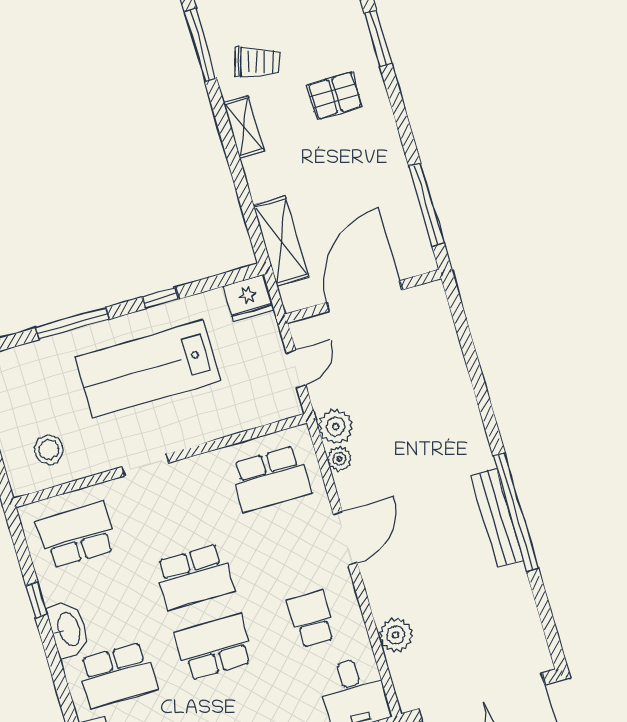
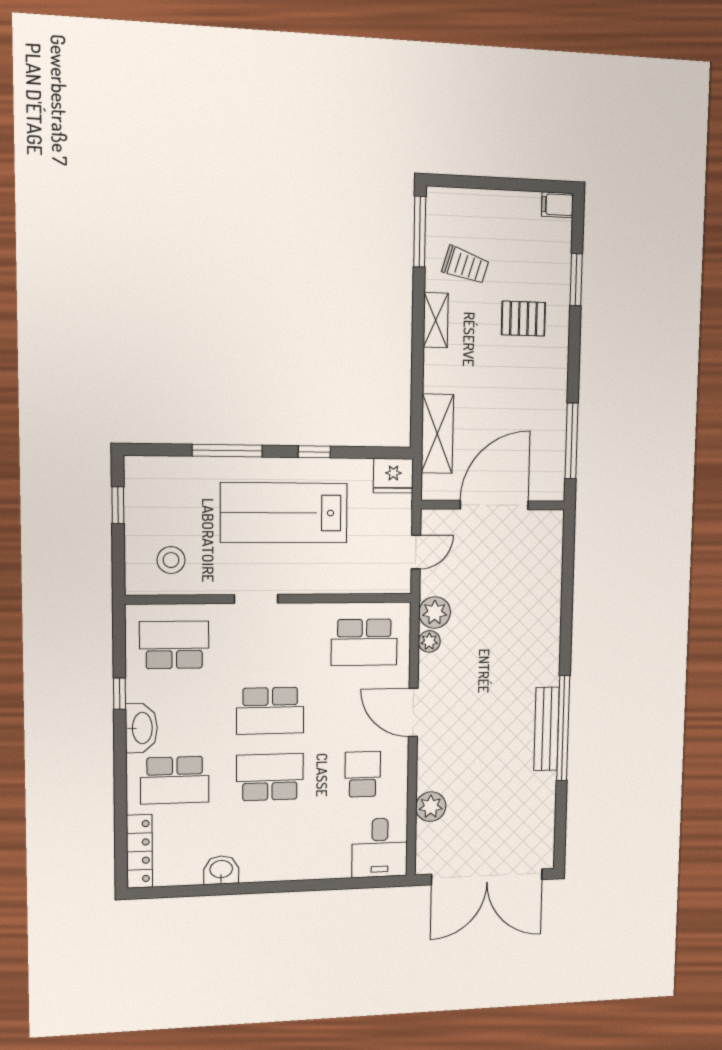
door: (345, 539) -> (413, 712), swing flipped

